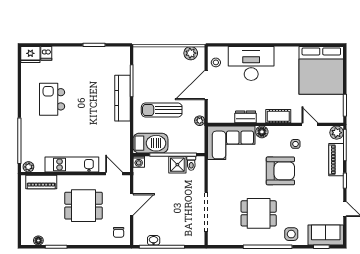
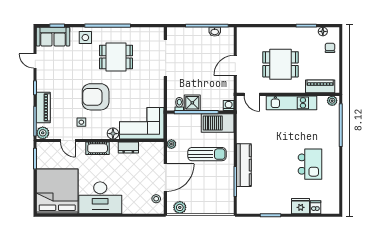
fridge: (30, 55) -> (301, 206), moved
desk: (251, 63) -> (100, 198), moved
chair: (119, 232) -> (330, 48), moved

